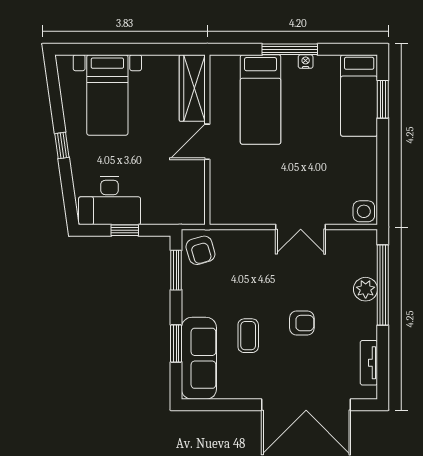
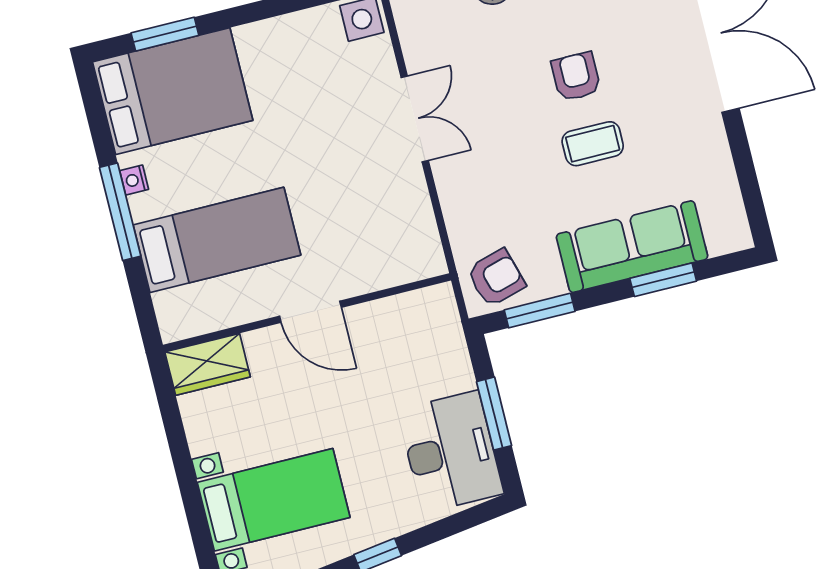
wardrobe: (192, 88) -> (208, 364), width x0.67
bed: (359, 96) -> (173, 91), width x1.50
window: (125, 230) -> (494, 414), width x1.50
coffee table: (248, 336) -> (593, 144), moved
sofa: (199, 358) -> (632, 247), moved

